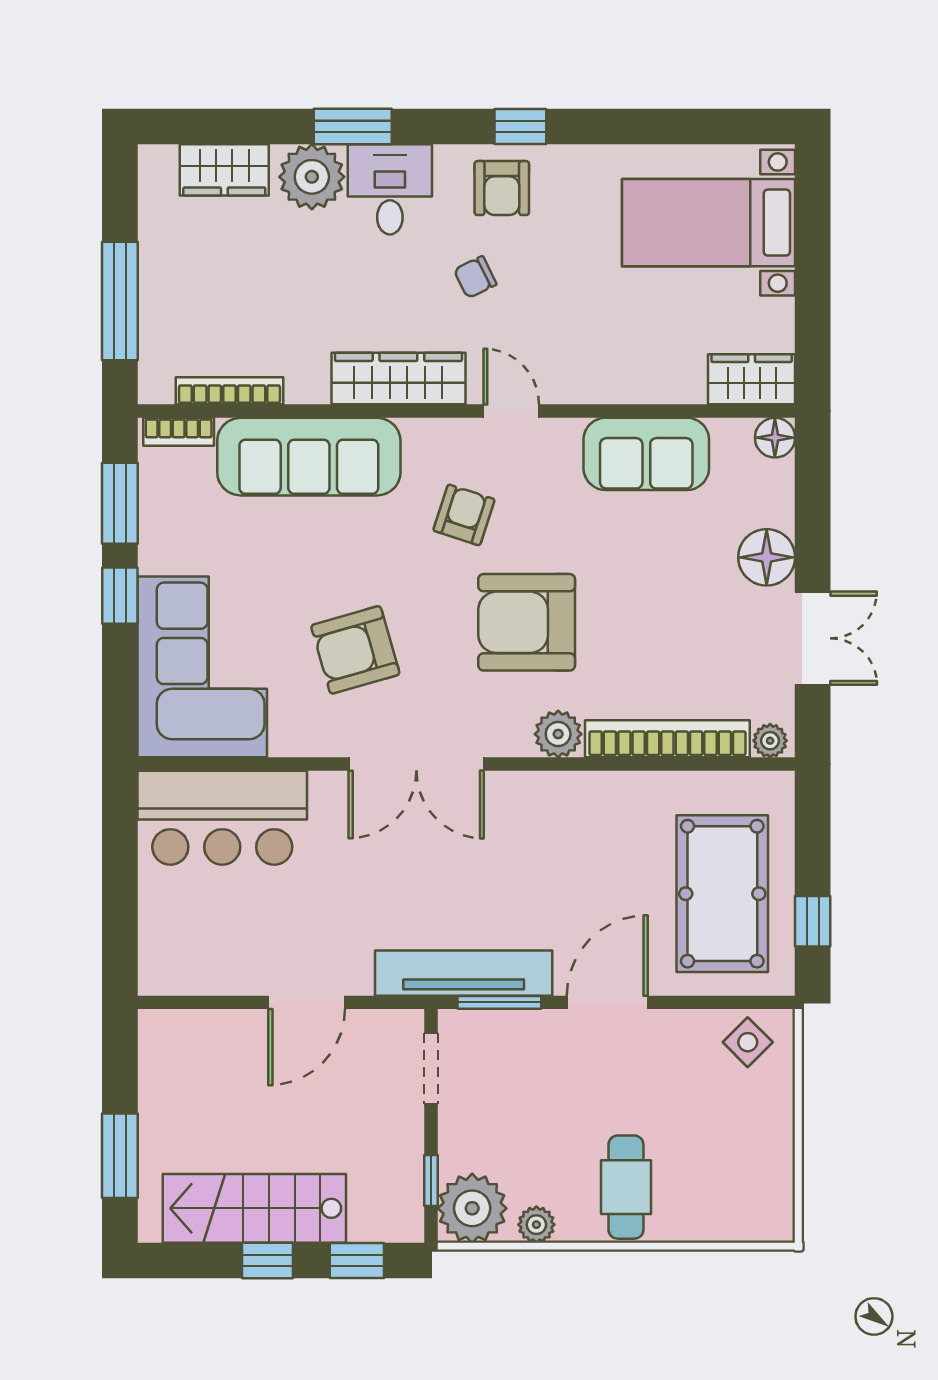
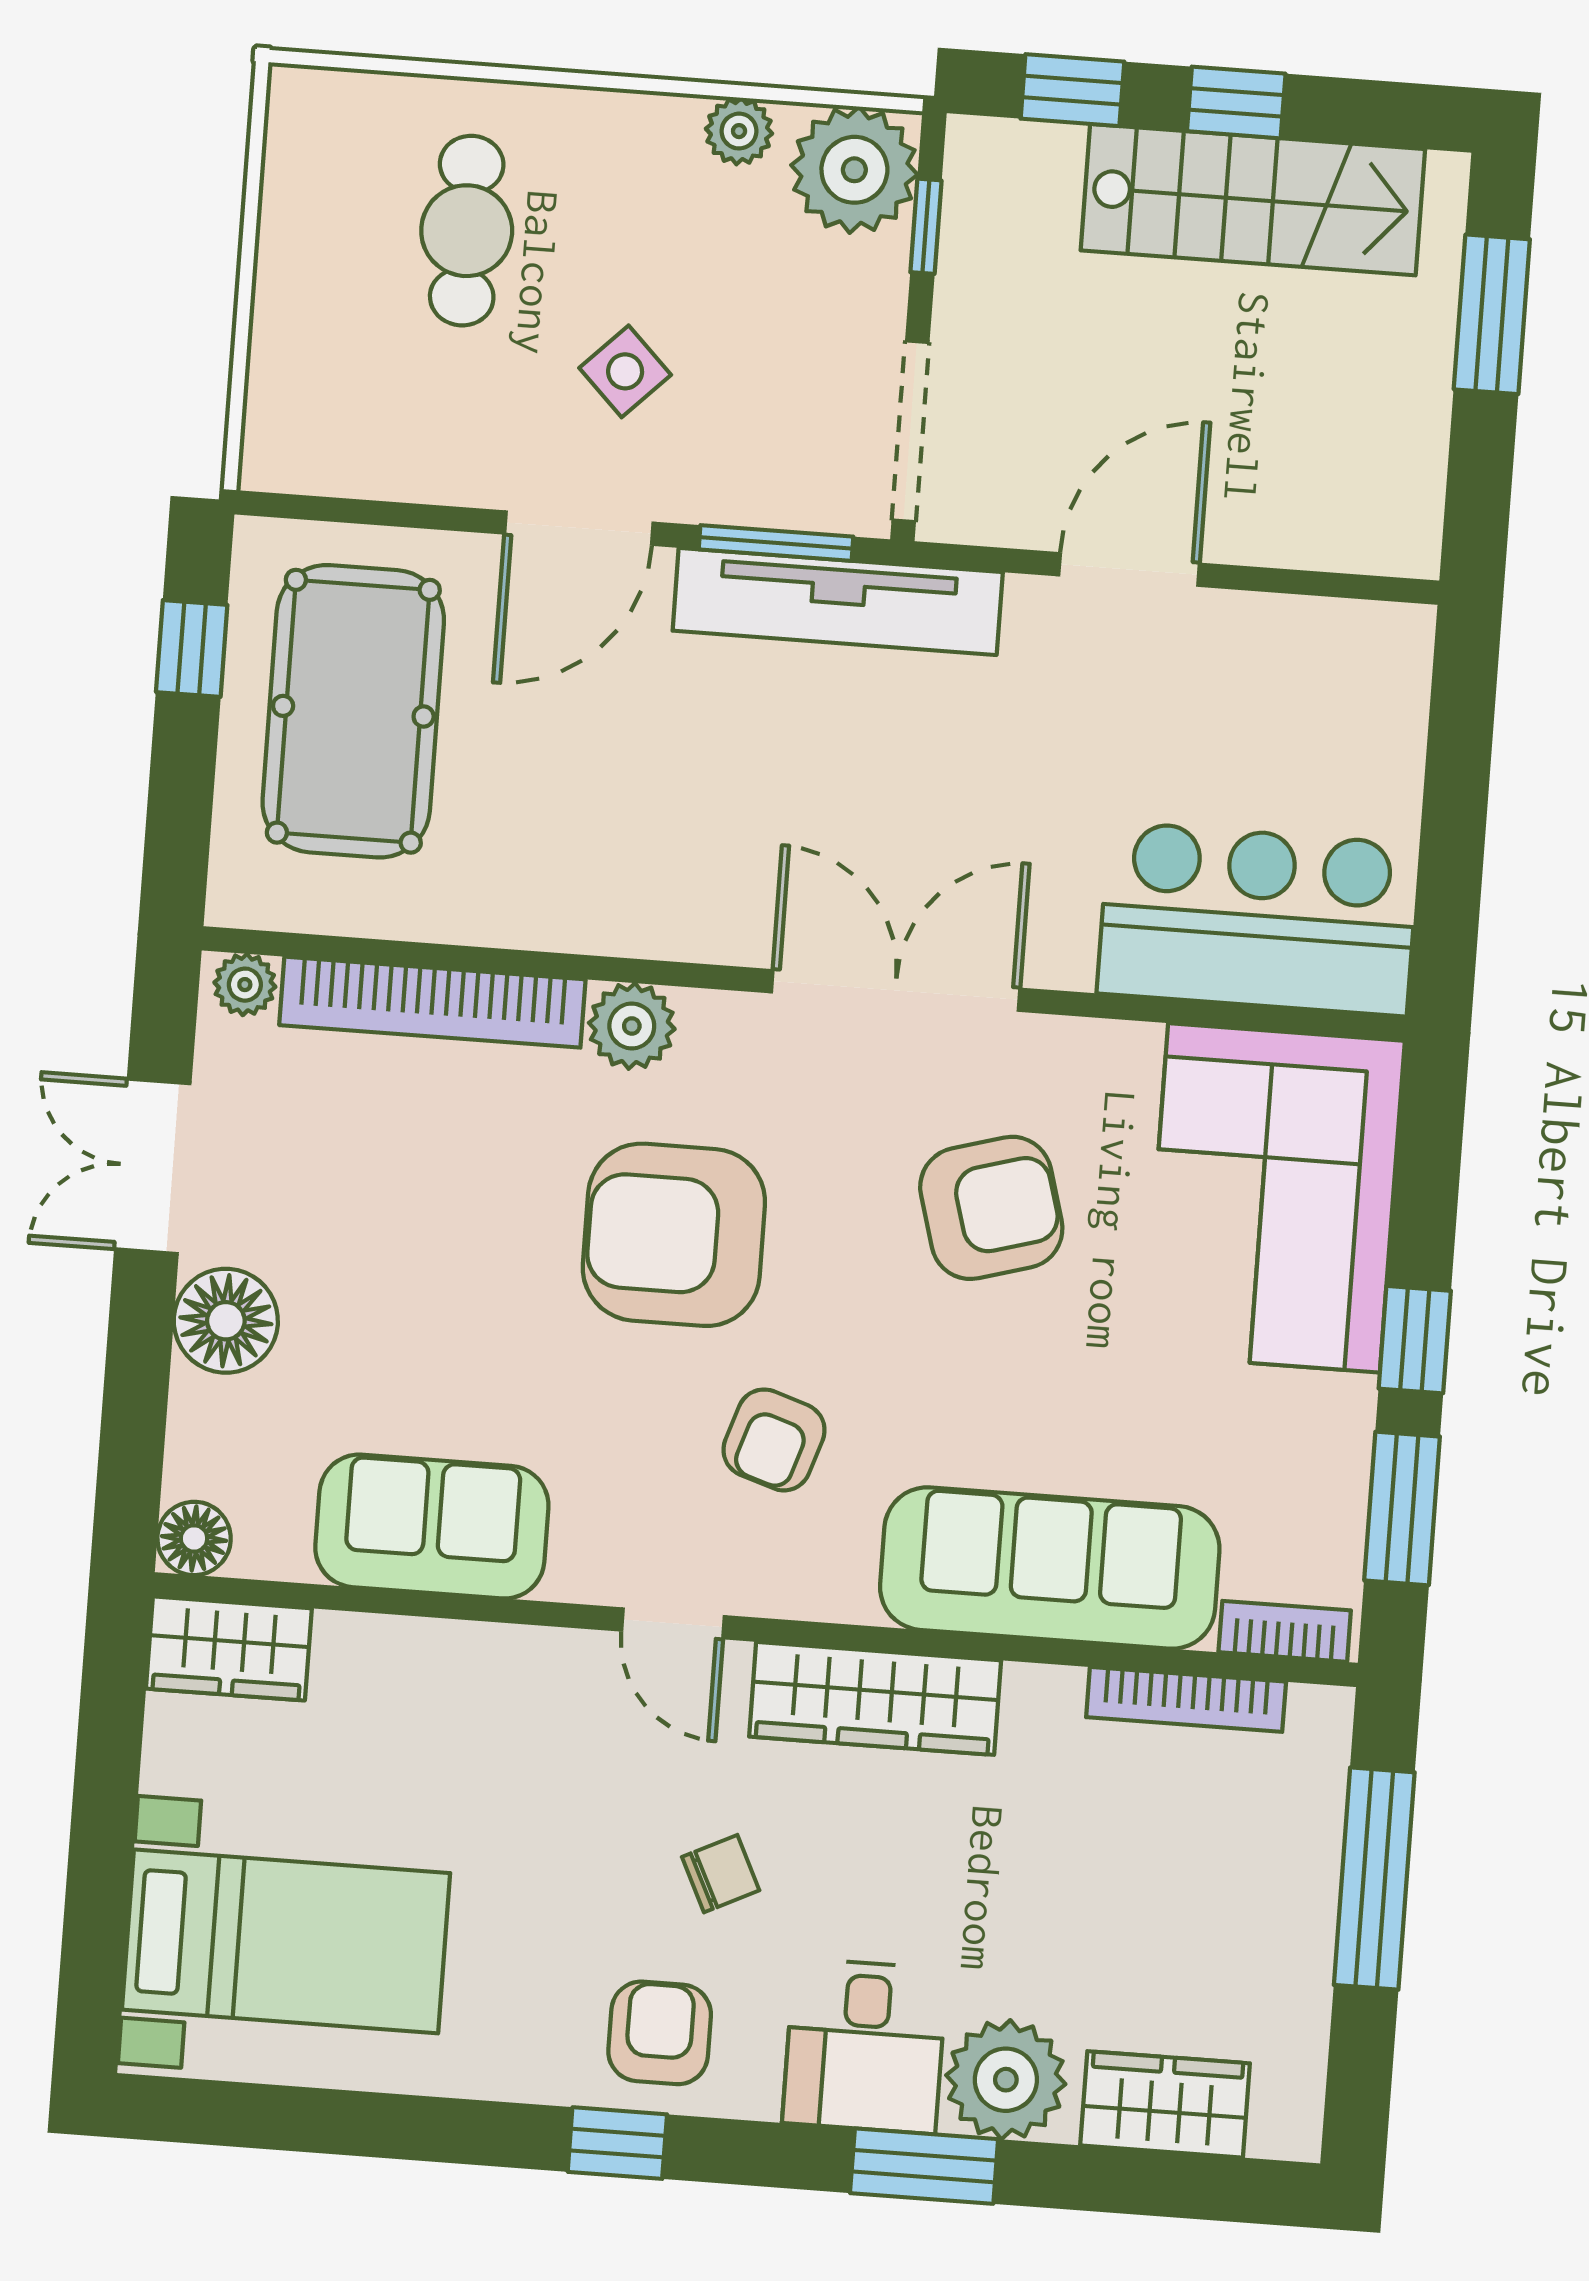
armchair: (527, 622) -> (674, 1235), turned 180
side table: (748, 1042) -> (625, 371), moved
doorway: (431, 1069) -> (911, 431), width x1.38
cafe table: (626, 1187) -> (467, 231), moved

